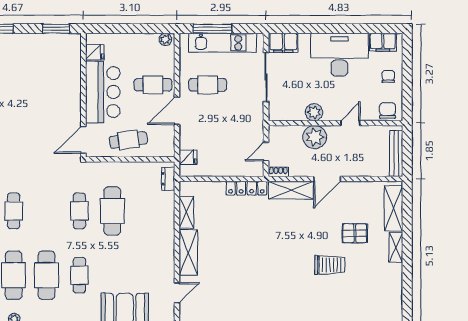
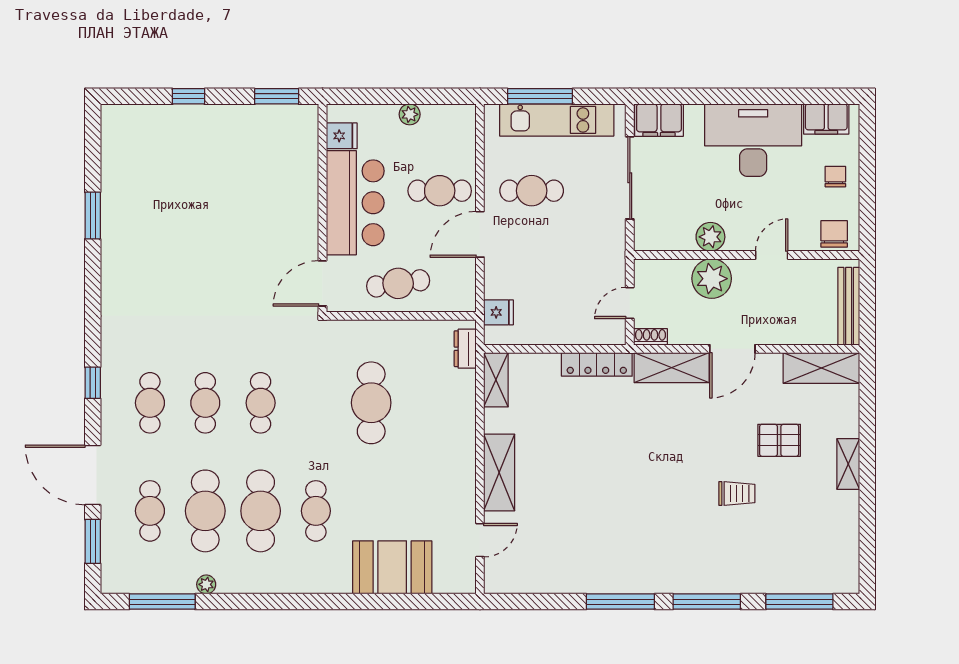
plant: (165, 39) -> (410, 114), moved
shelving: (394, 208) -> (821, 368), moved, turned 90
cafe table: (79, 211) -> (261, 403), moved
shelving: (186, 212) -> (496, 380), moved
trolley: (330, 265) -> (737, 494), width x0.73, depth x0.72

